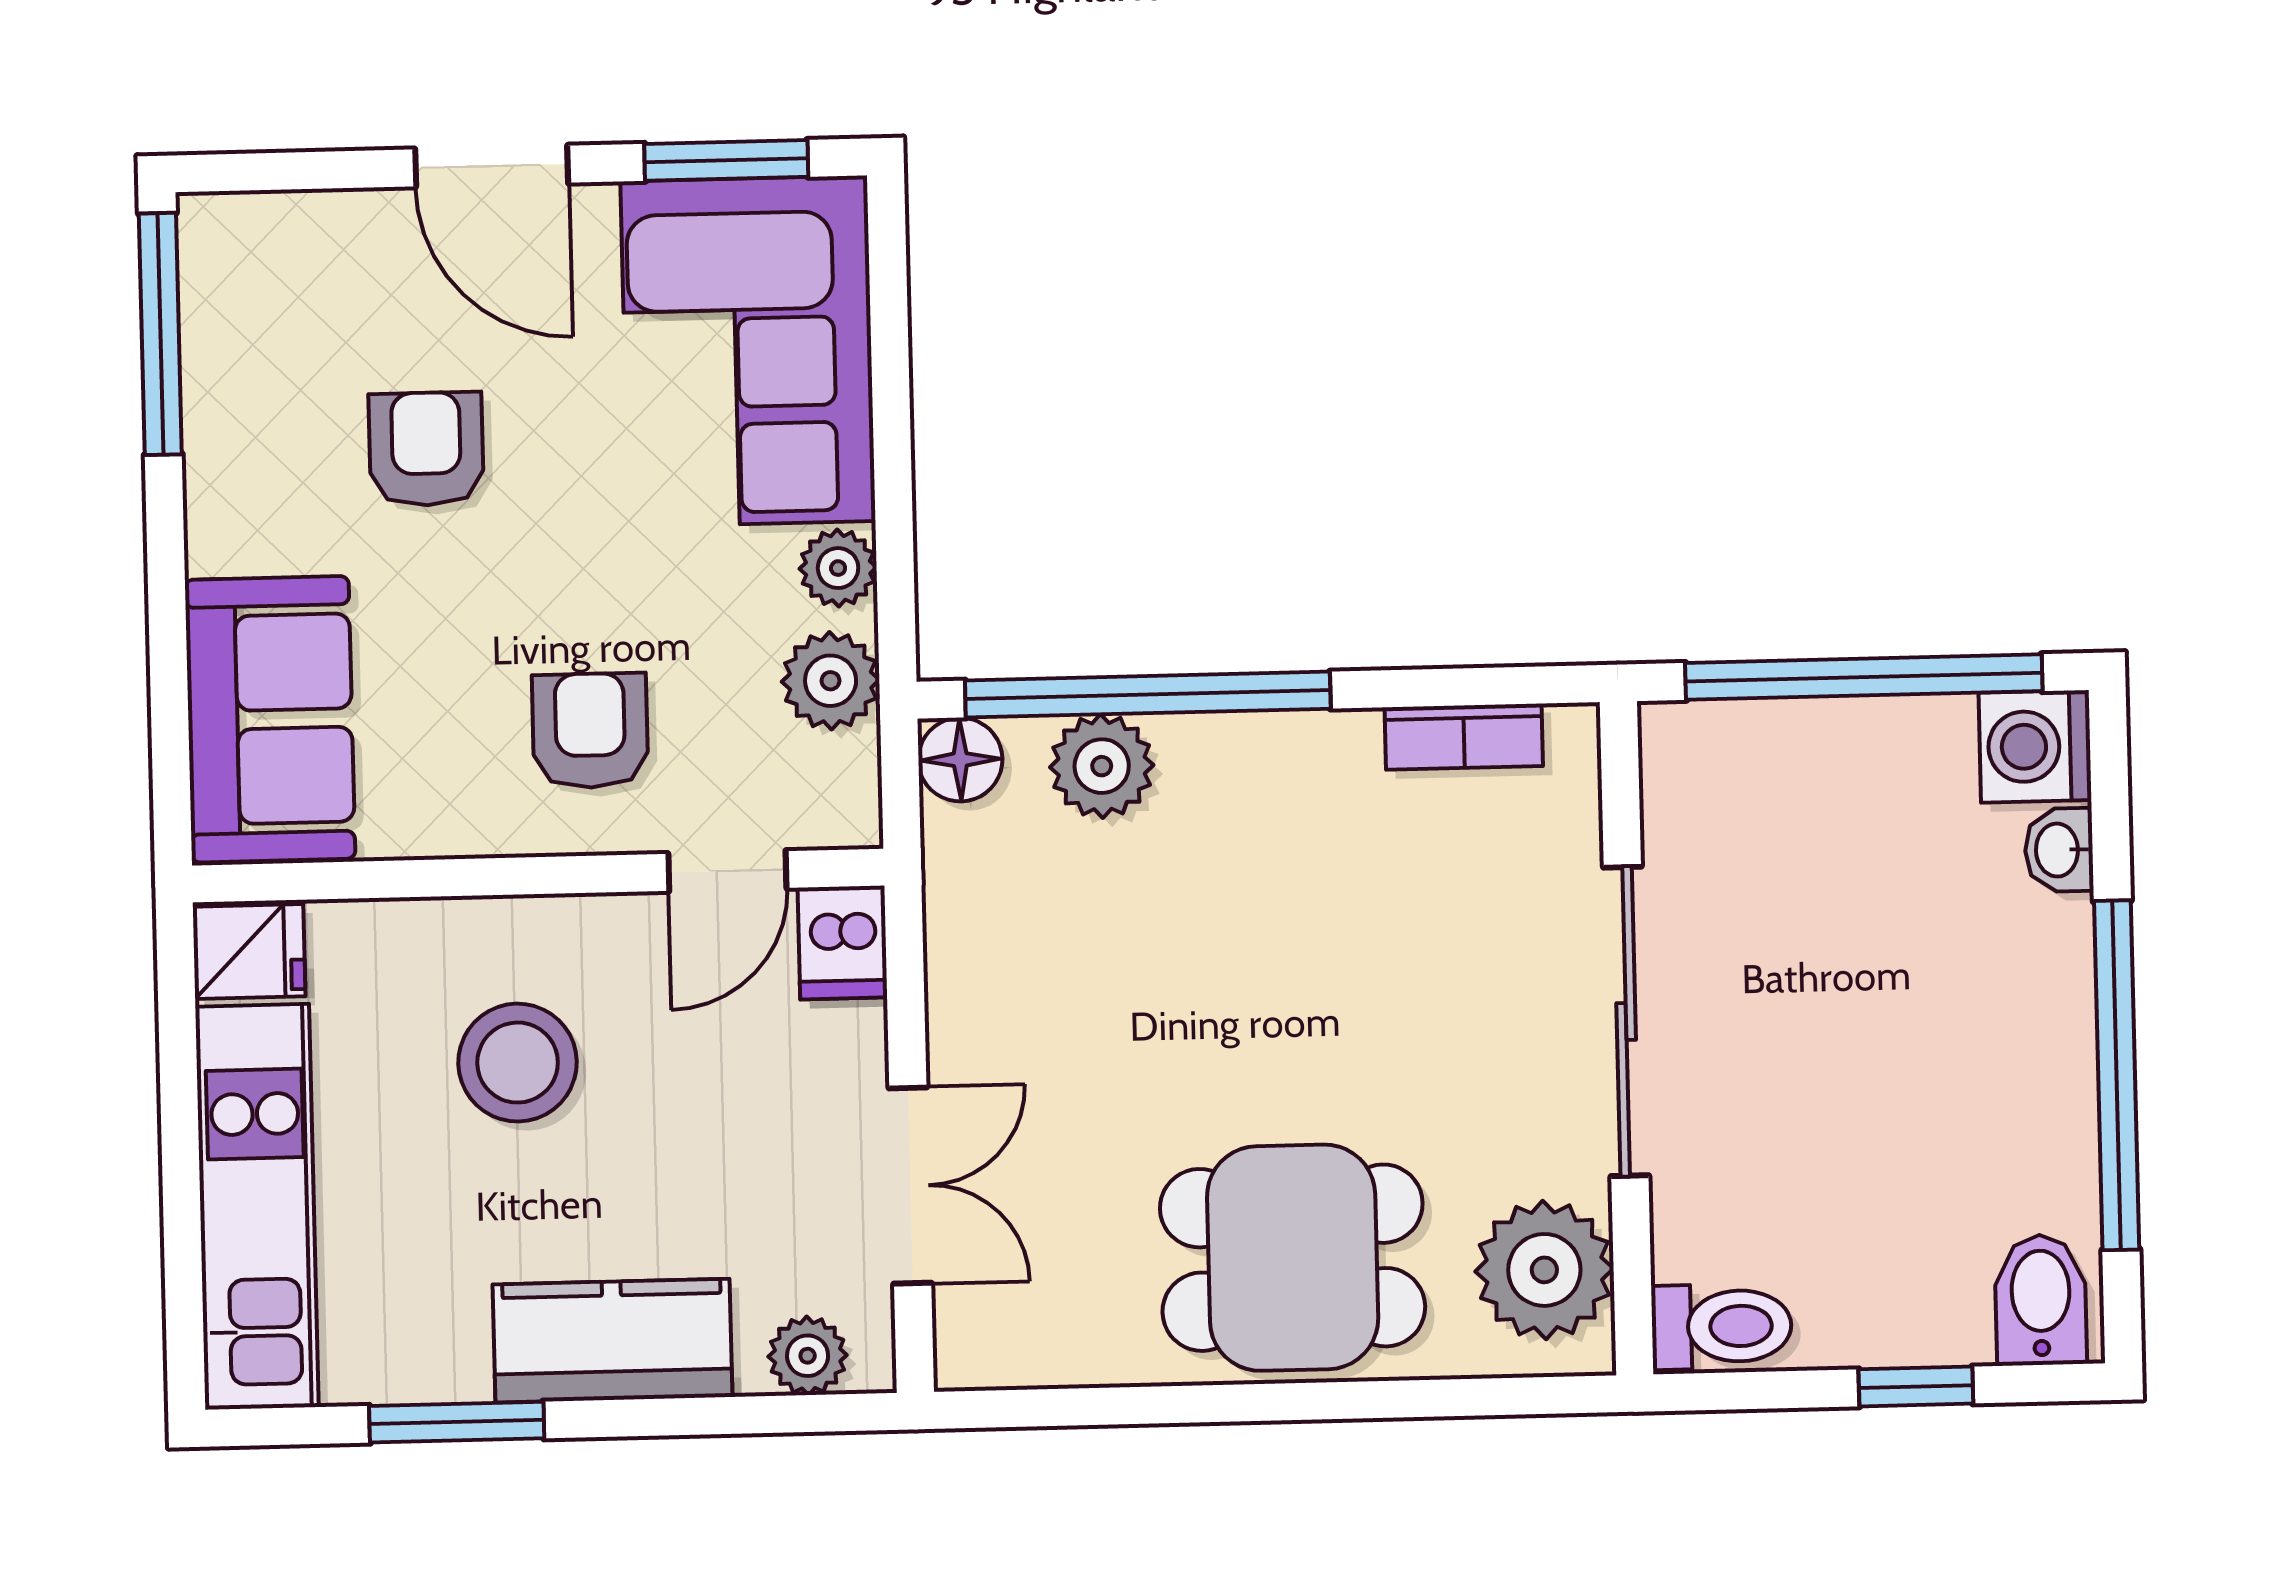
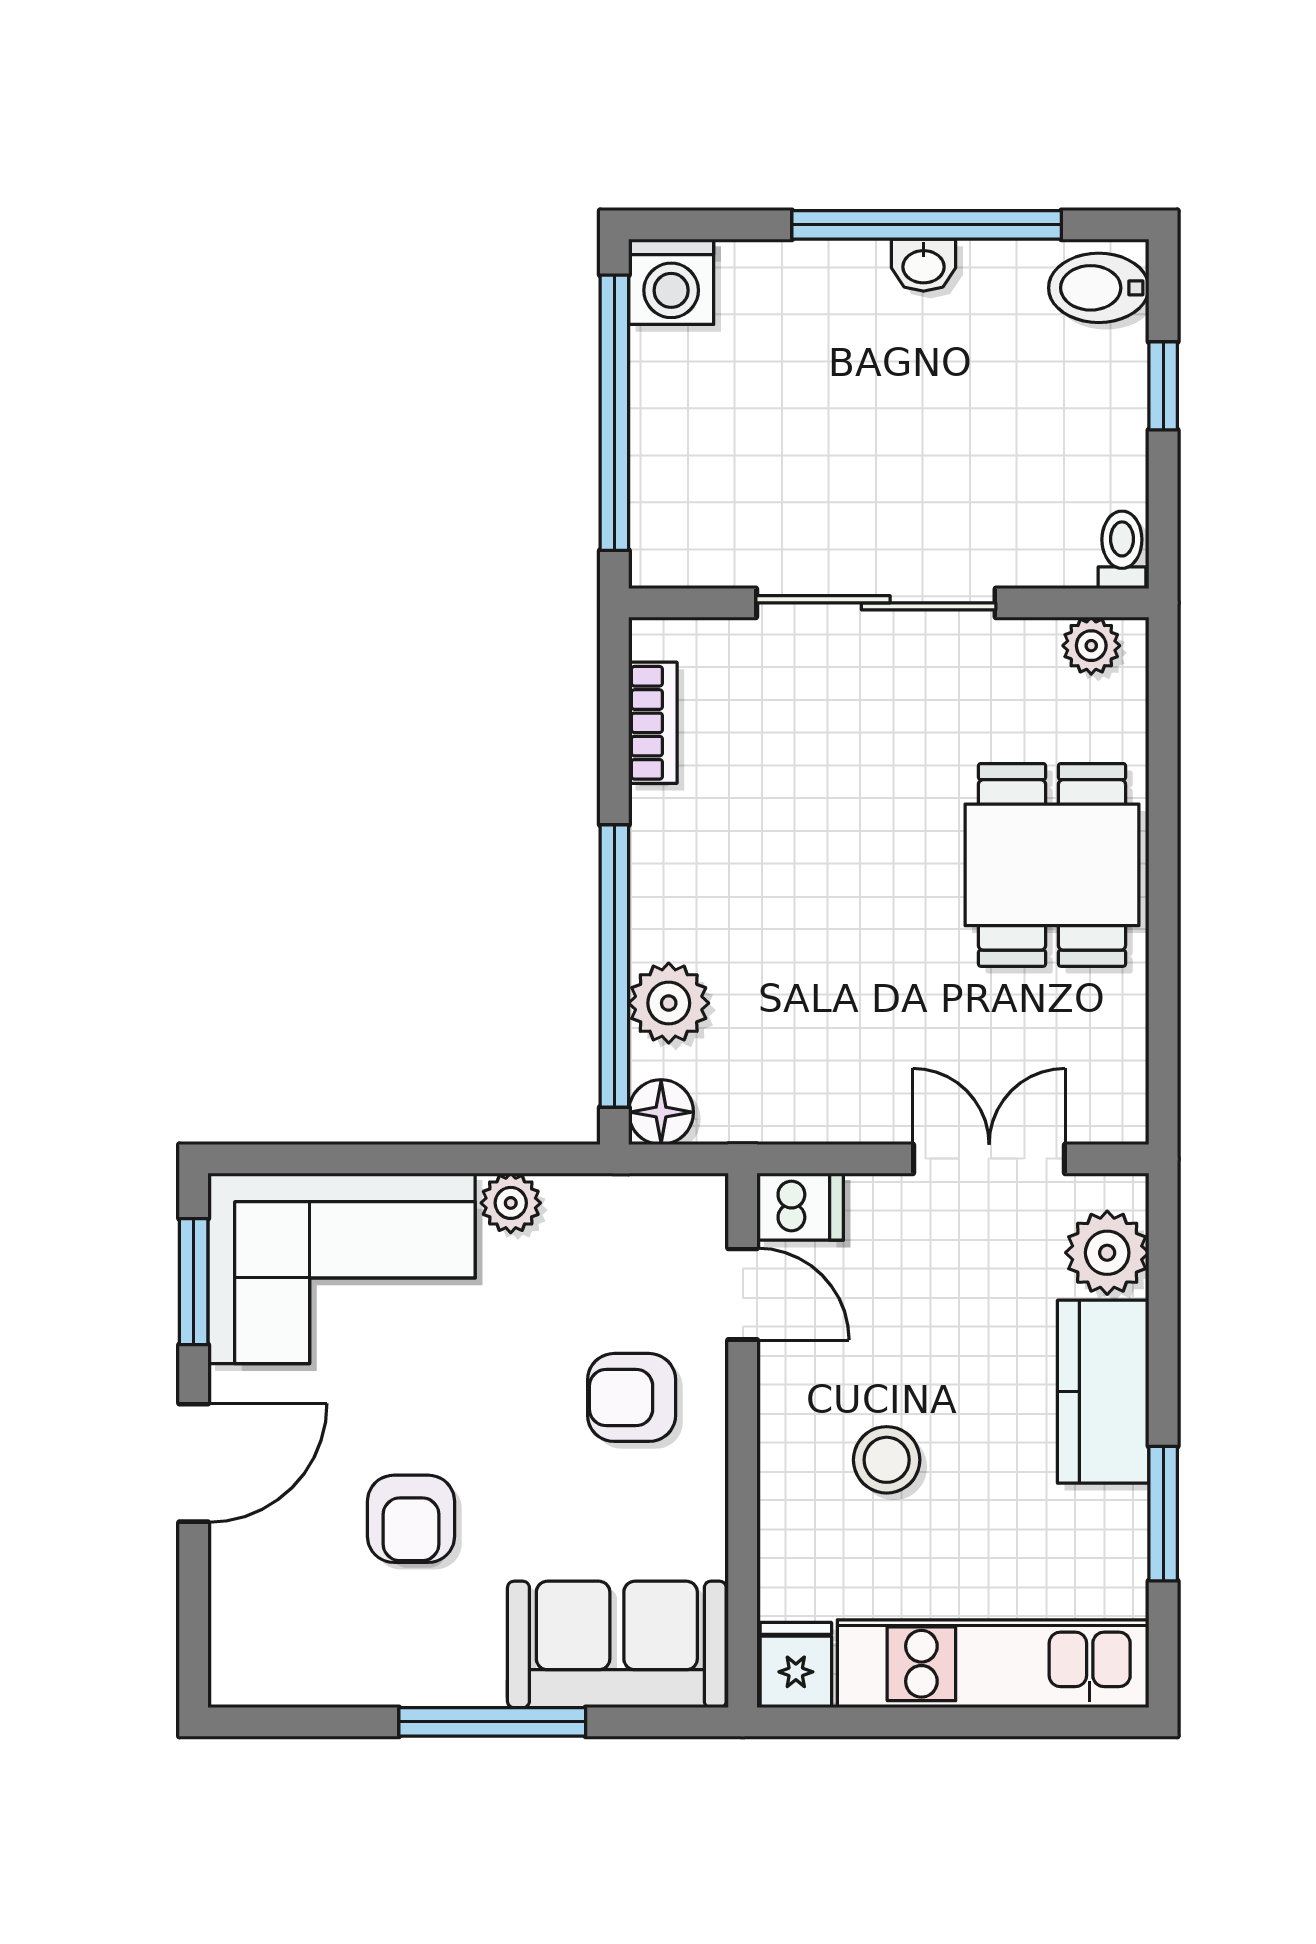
window: (160, 334) -> (492, 1722), moved
armchair: (426, 449) -> (411, 1519), turned -90
plant: (831, 681) -> (598, 1211), removed
washbasin: (2059, 850) -> (924, 265), moved
stool: (518, 1063) -> (887, 1460), width x0.73, depth x0.73
plant: (1544, 1270) -> (1091, 646), width x0.53, depth x0.53
toilet: (1722, 1326) -> (1122, 550), width x0.73, depth x0.72
plant: (808, 1356) -> (1107, 1253), width x1.38, depth x1.38

